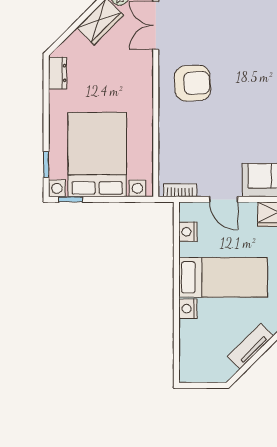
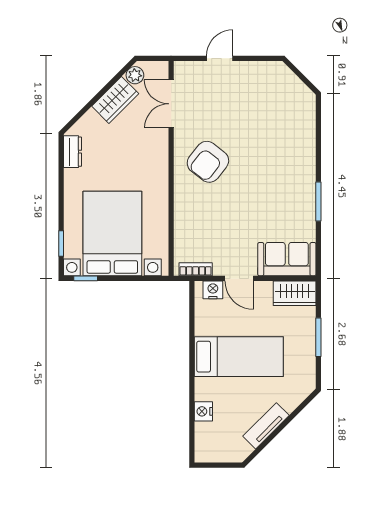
armchair: (192, 83) -> (208, 162), turned 131
nightstand: (188, 232) -> (213, 290), moved, turned 90
nightstand: (188, 309) -> (203, 411), moved

